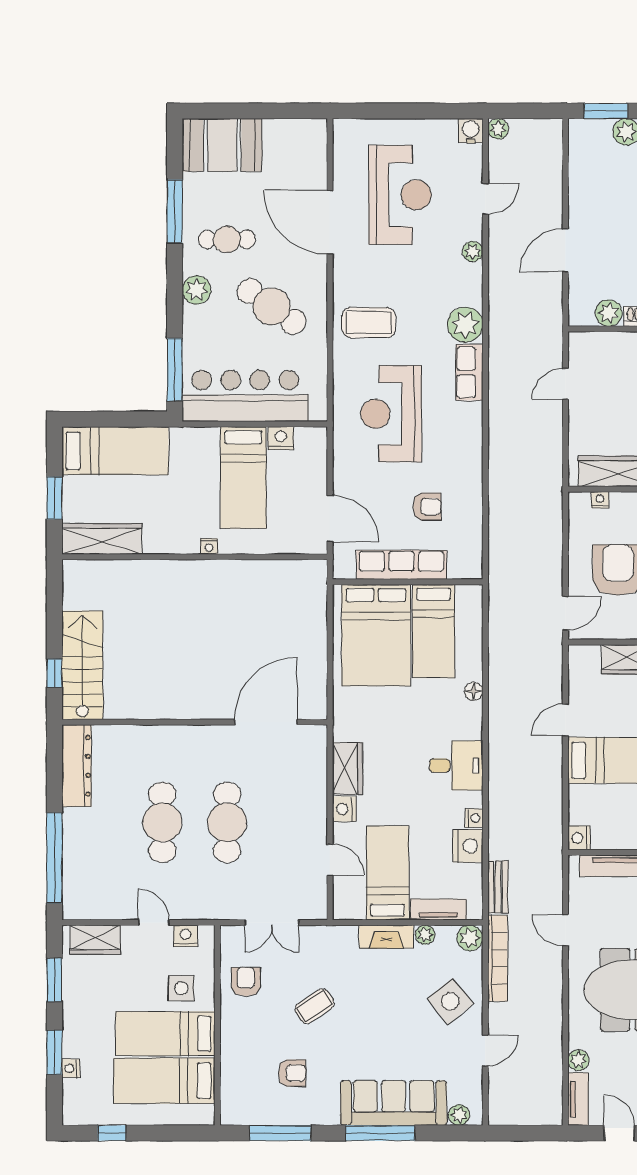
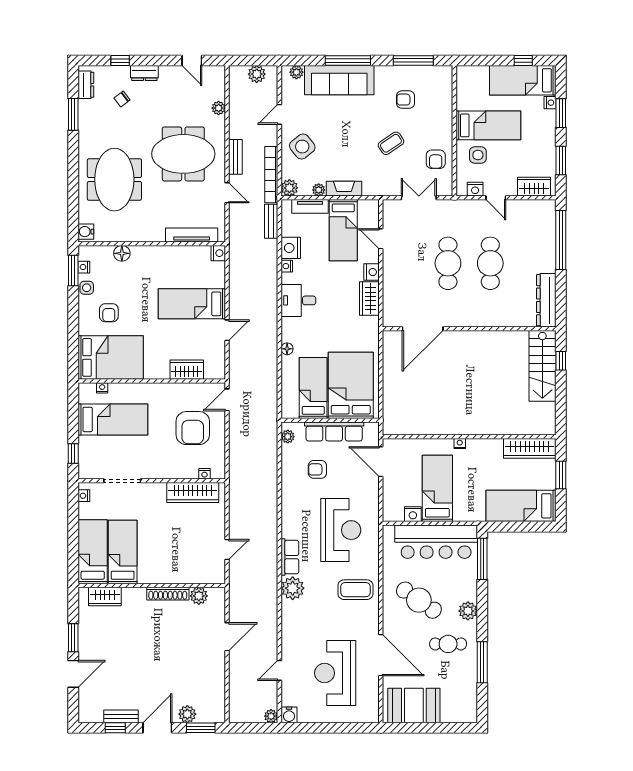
booth: (222, 145) -> (414, 705), moved
plant: (473, 252) -> (288, 437), moved
bench: (553, 985) -> (235, 157), added
bed: (164, 1081) -> (523, 80), moved, turned 180
tv unit: (578, 1099) -> (219, 83), removed
plant: (520, 1112) -> (257, 74), added

